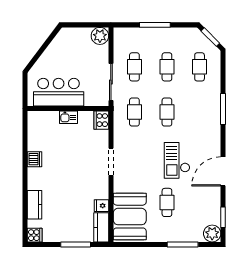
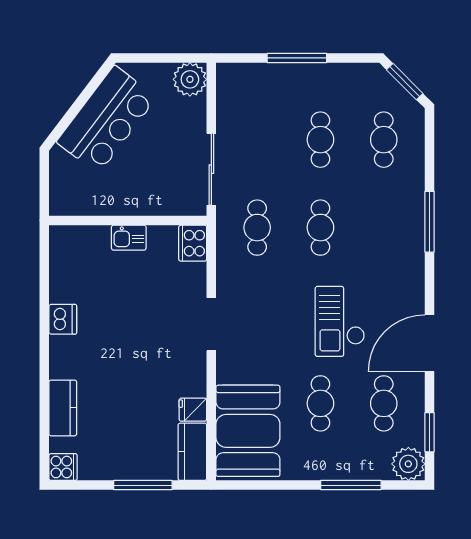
cafe table: (134, 67) -> (384, 403), moved
bar counter: (59, 92) -> (107, 120), moved, turned 127

